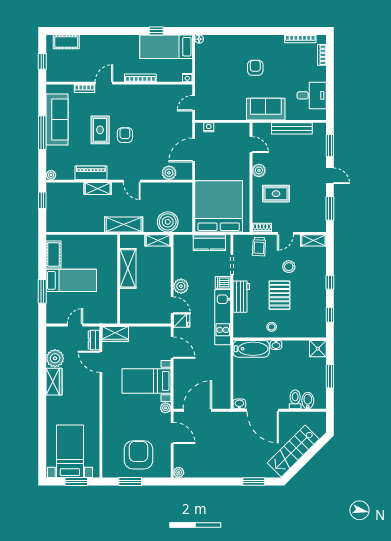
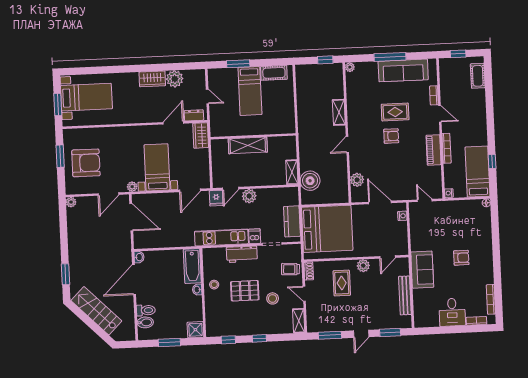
desk: (312, 95) -> (452, 312), moved
piano: (91, 173) -> (434, 150), moved, turned 180
shelving: (124, 224) -> (306, 139), removed
shelving: (128, 268) -> (248, 145), moved

